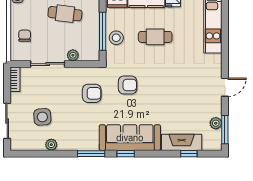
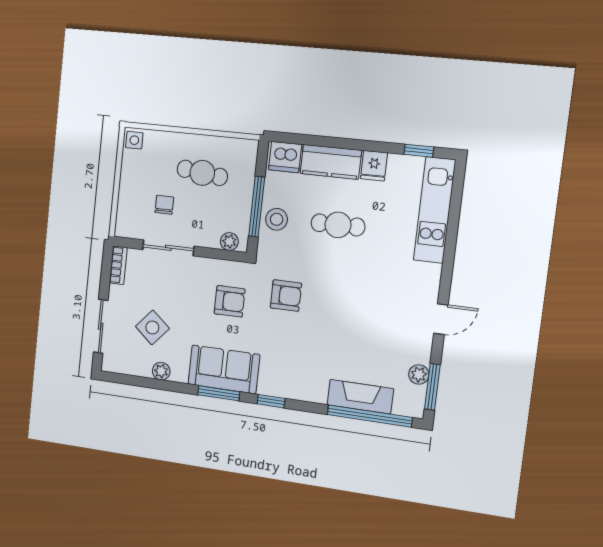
chair: (25, 36) -> (164, 205), moved
plant: (73, 55) -> (229, 241), moved
side table: (42, 117) -> (152, 327), turned 45
sofa: (130, 138) -> (224, 369), moved, width x0.73
window: (189, 154) -> (370, 416), width x3.17

